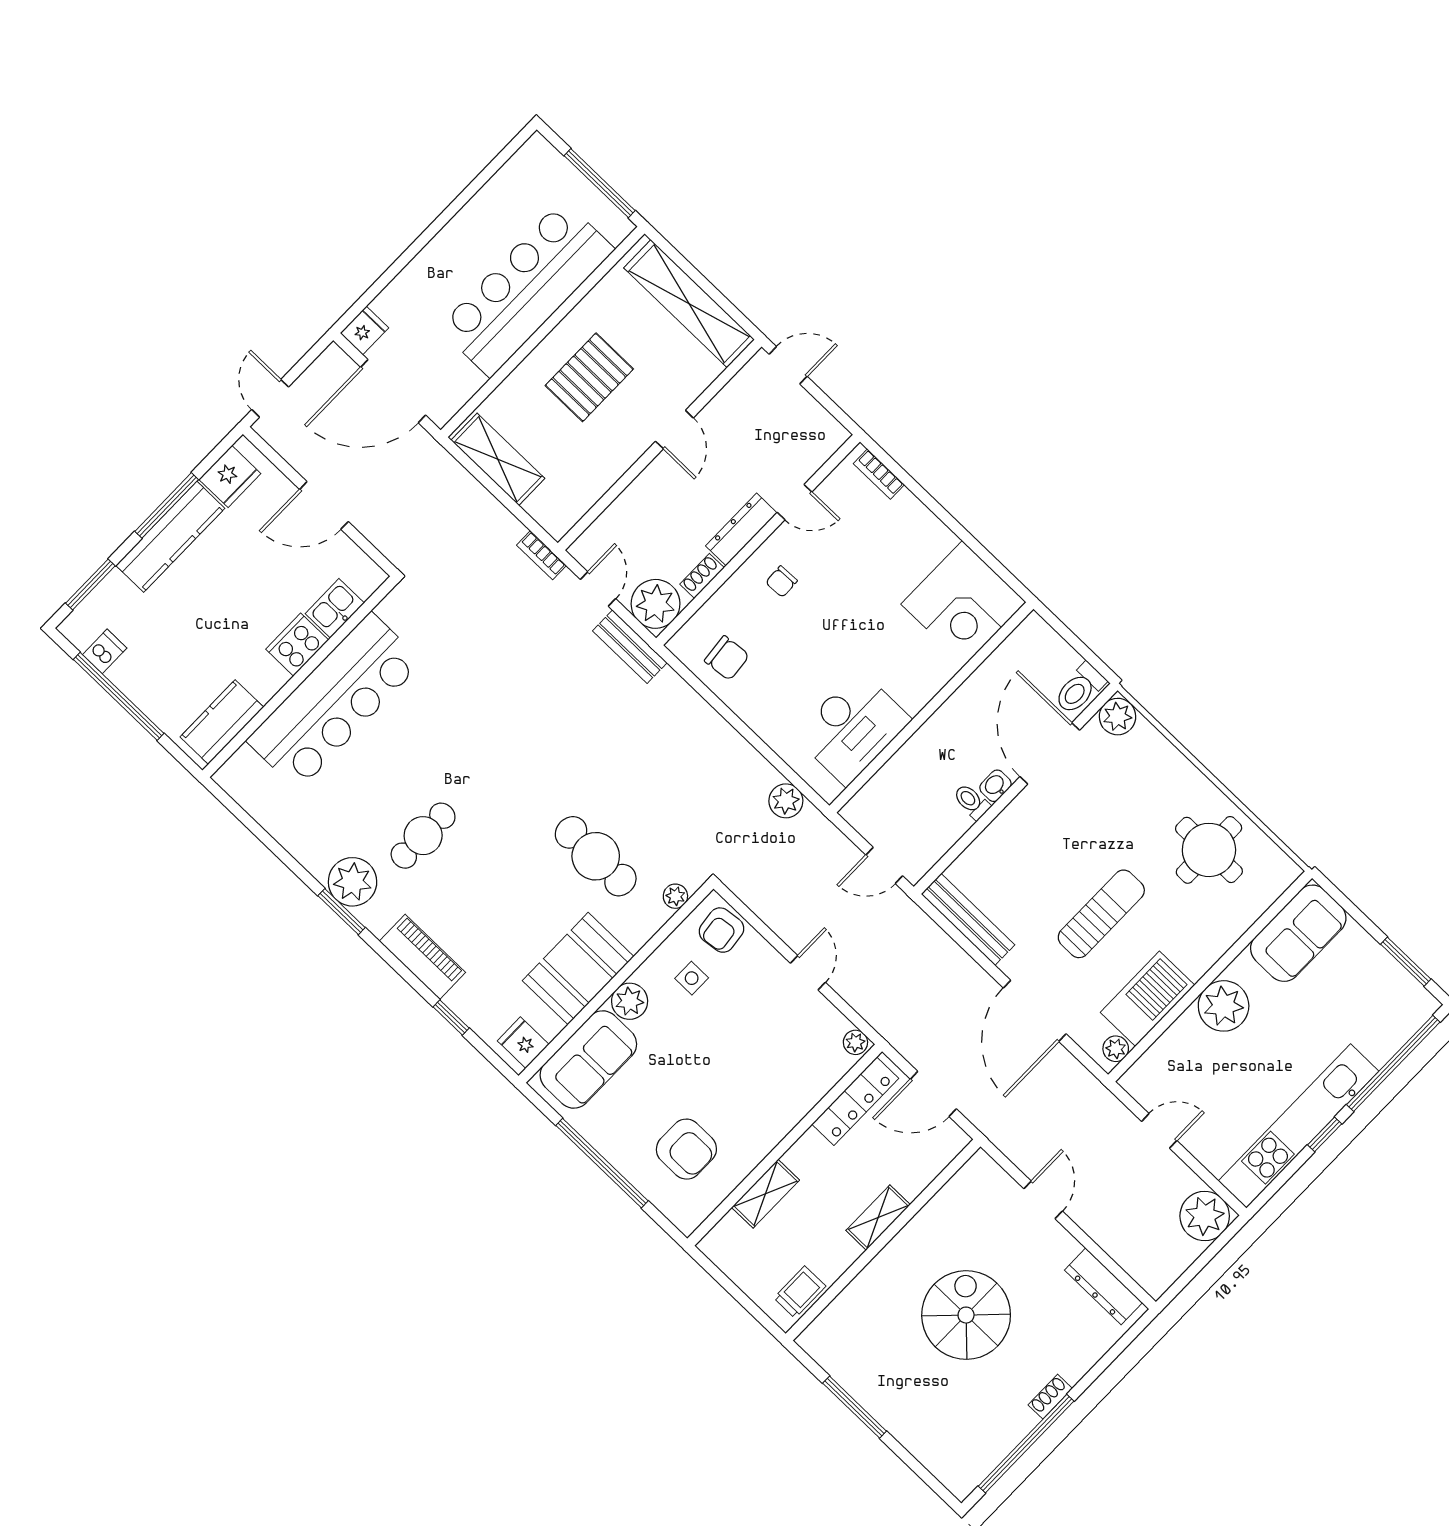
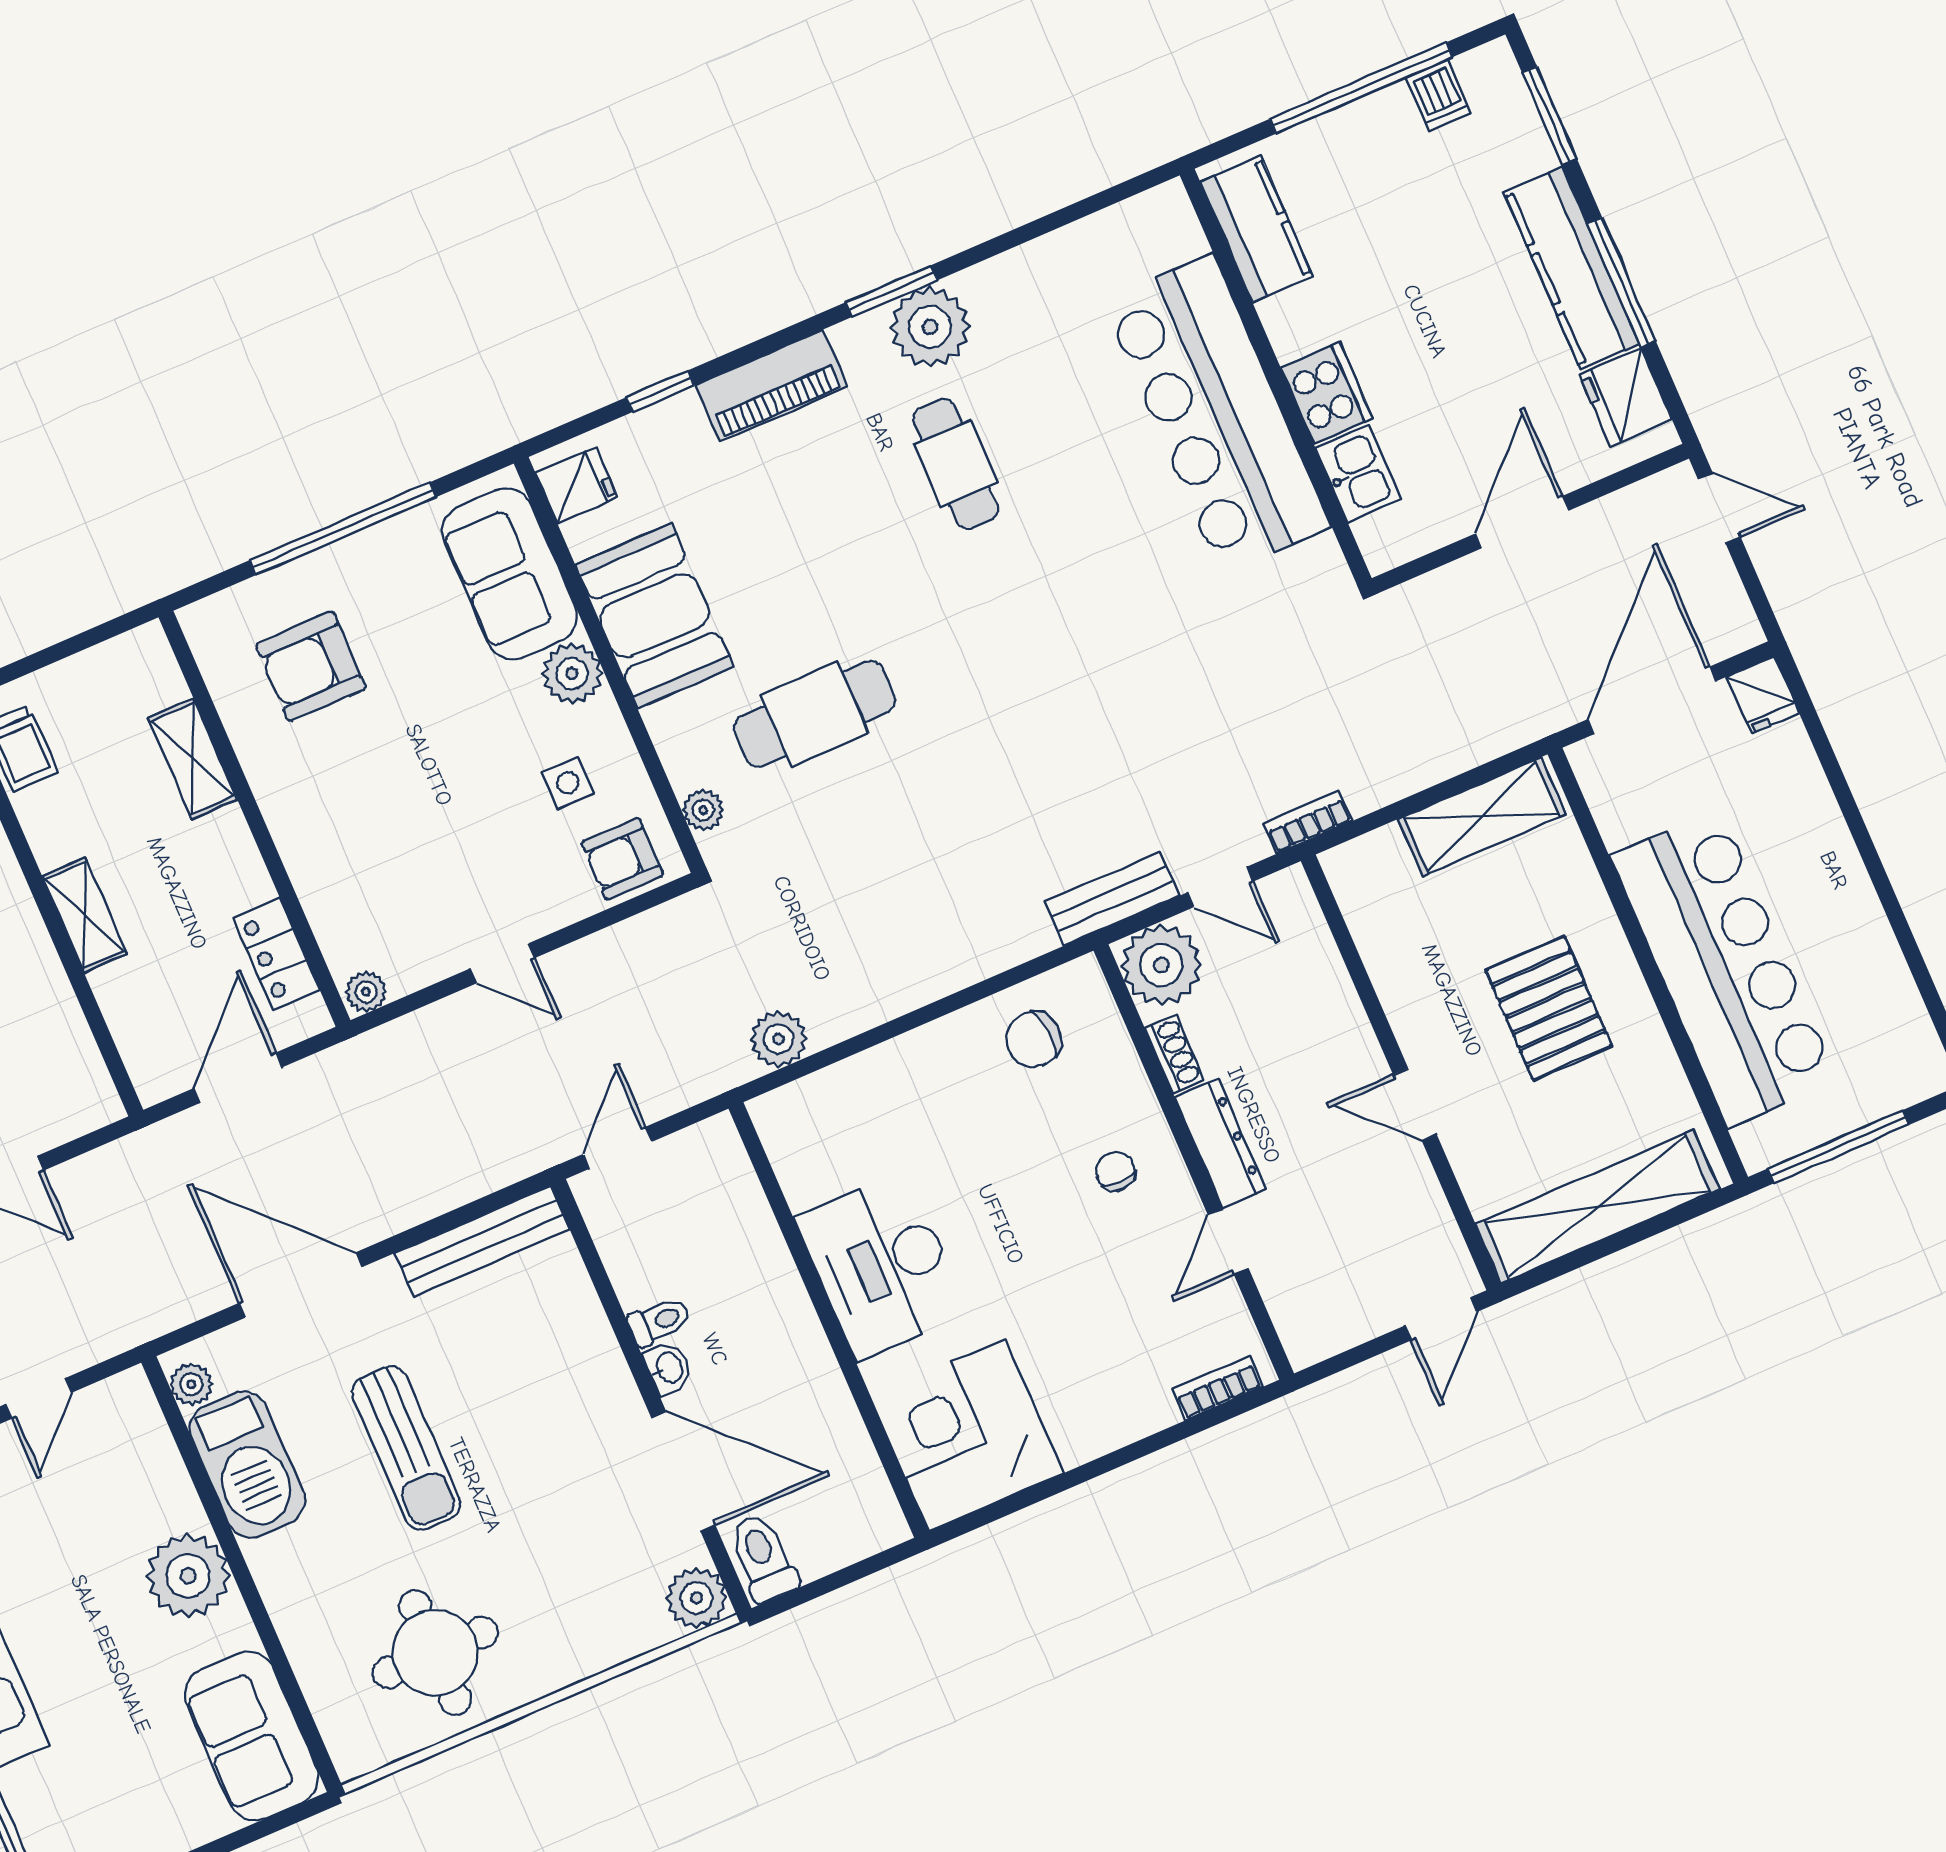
desk: (852, 728) -> (882, 1266), moved
armchair: (722, 930) -> (622, 859), turned -83
locker: (855, 1101) -> (276, 954), width x0.66

